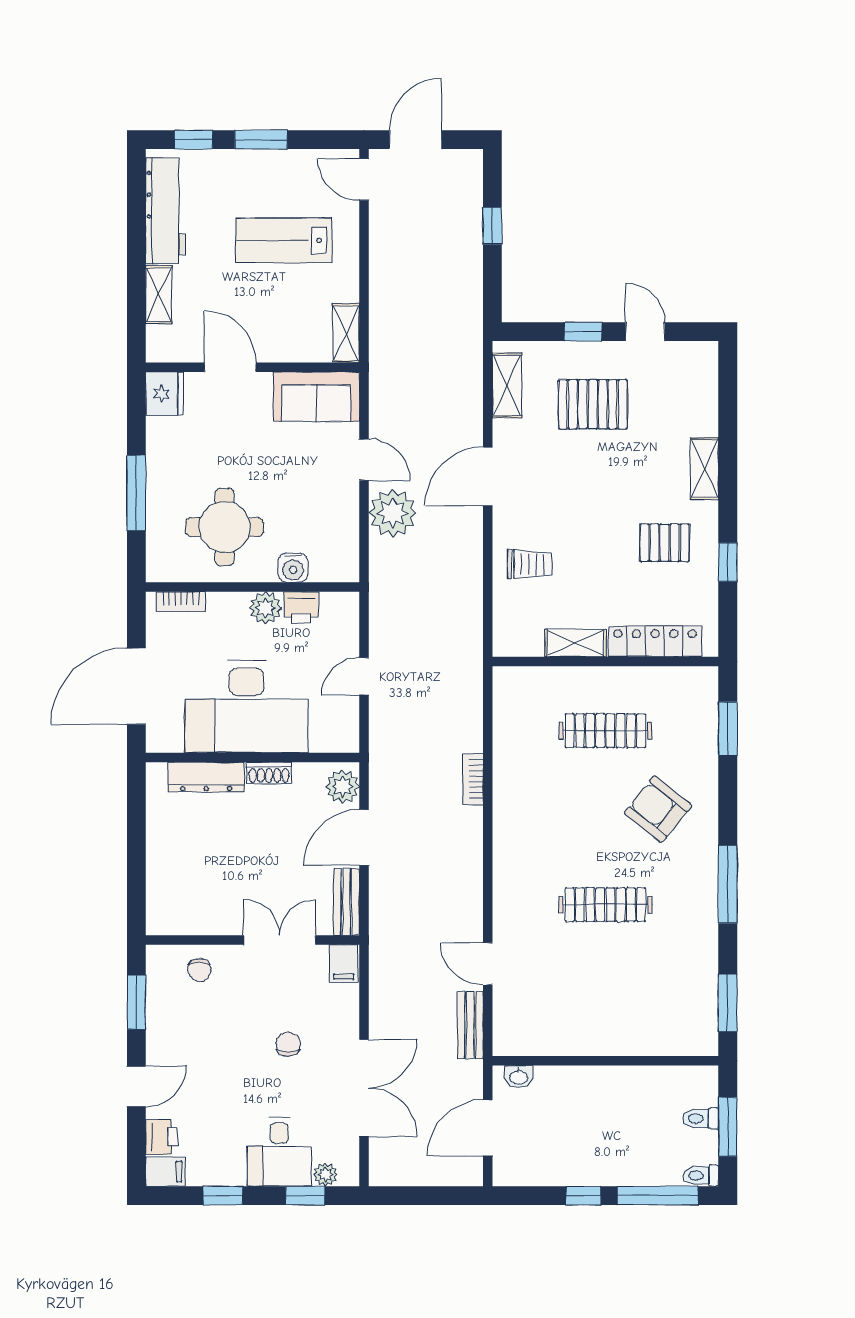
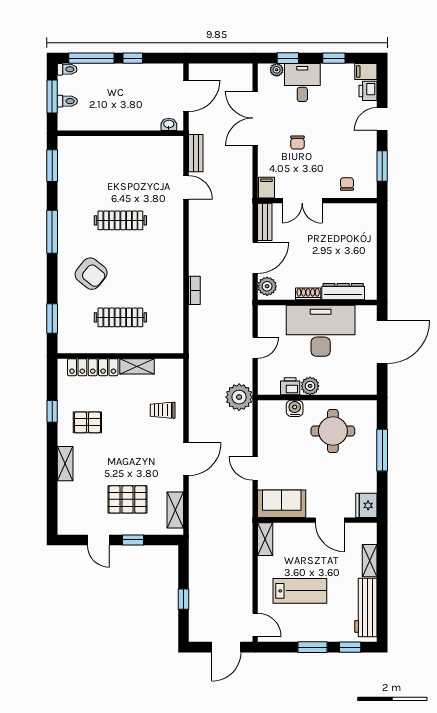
plant: (393, 513) -> (239, 397), moved
bookcase: (181, 602) -> (357, 389), removed

